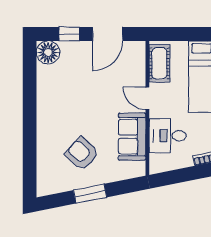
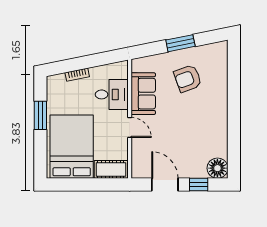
door: (108, 34) -> (165, 185), hinge flipped
cot: (159, 63) -> (111, 169), moved, turned 90
armchair: (82, 154) -> (188, 78), turned 117

